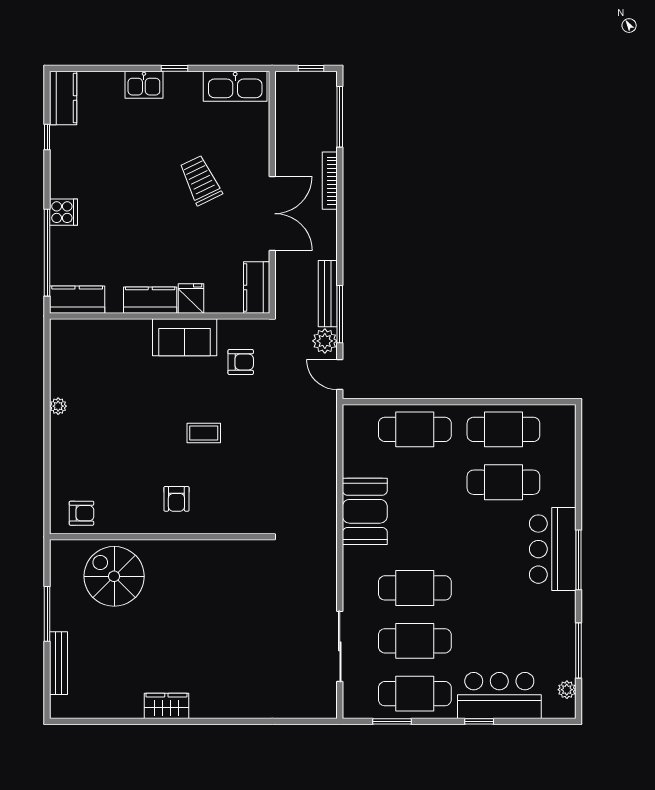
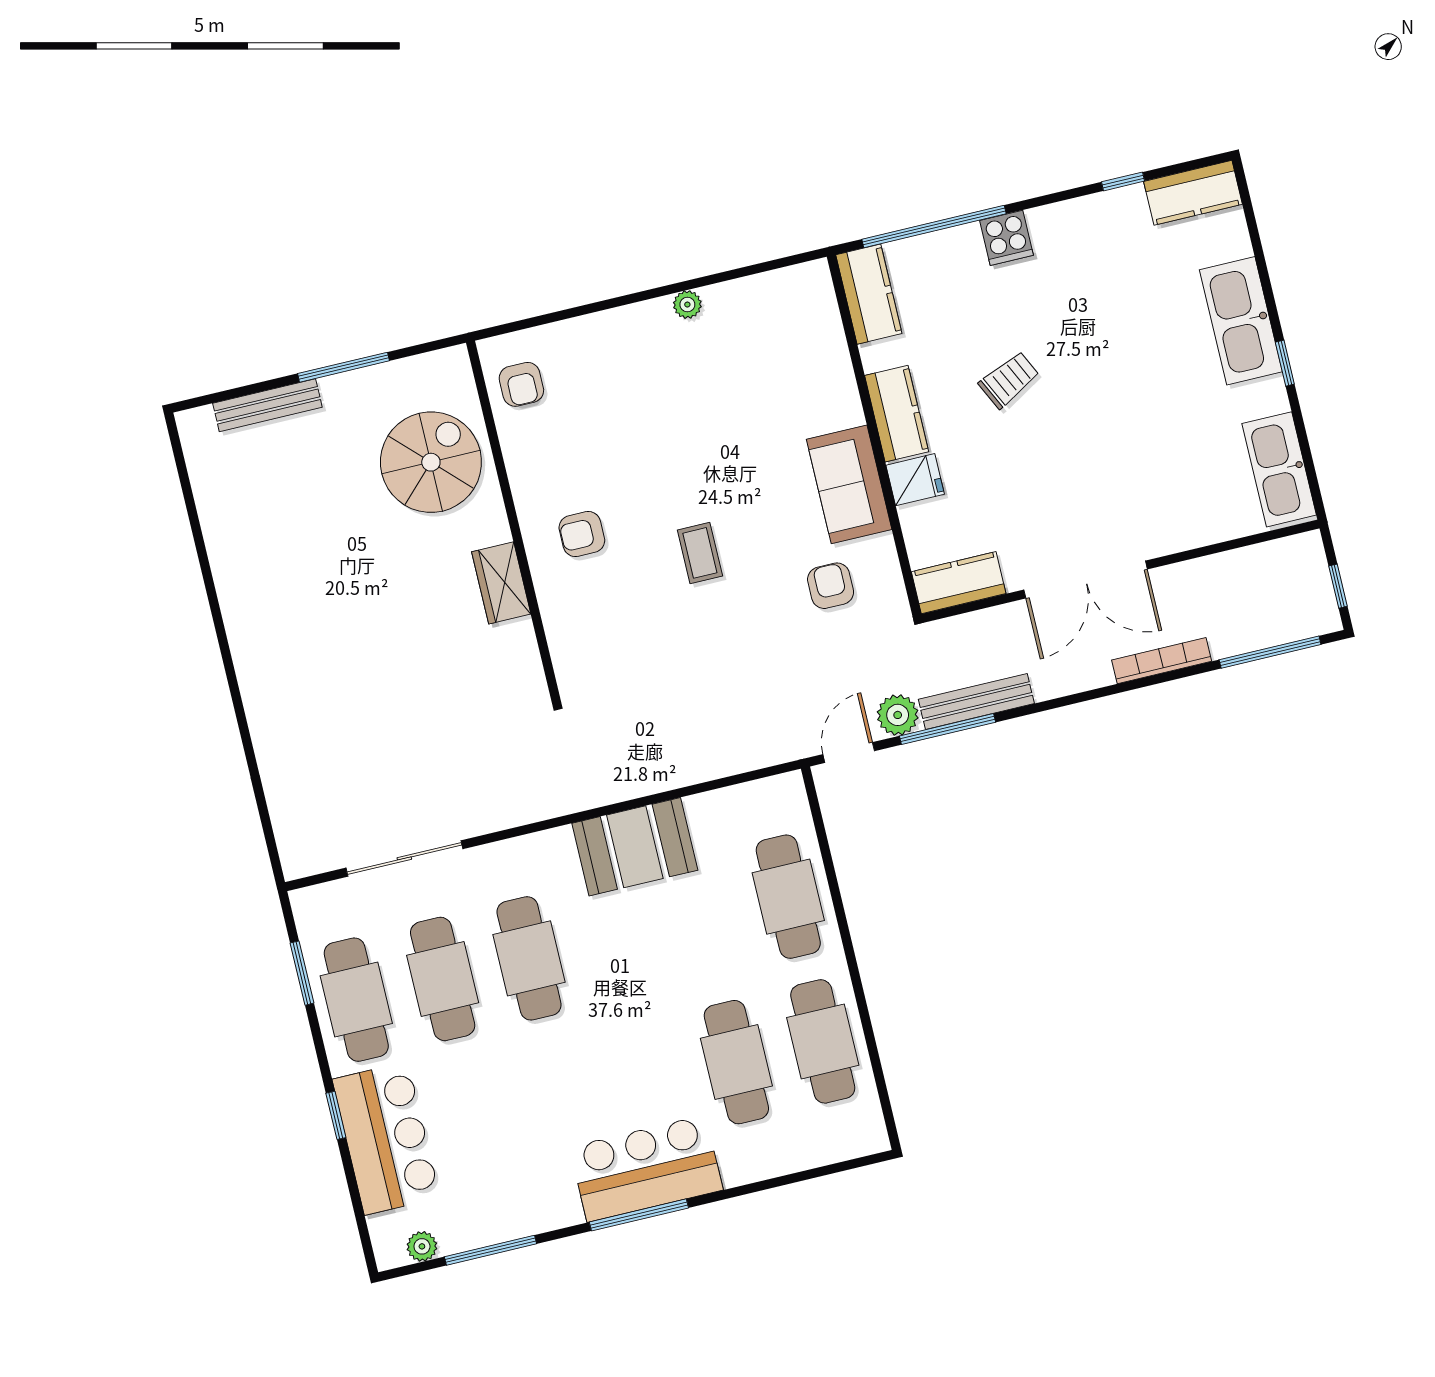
kitchen sink: (144, 85) -> (1241, 321), width x1.88, depth x1.24
trolley: (201, 180) -> (1009, 380), moved, width x0.73, depth x0.72
armchair: (241, 362) -> (831, 586), turned 180
wardrobe: (166, 706) -> (501, 583), moved, turned 180

